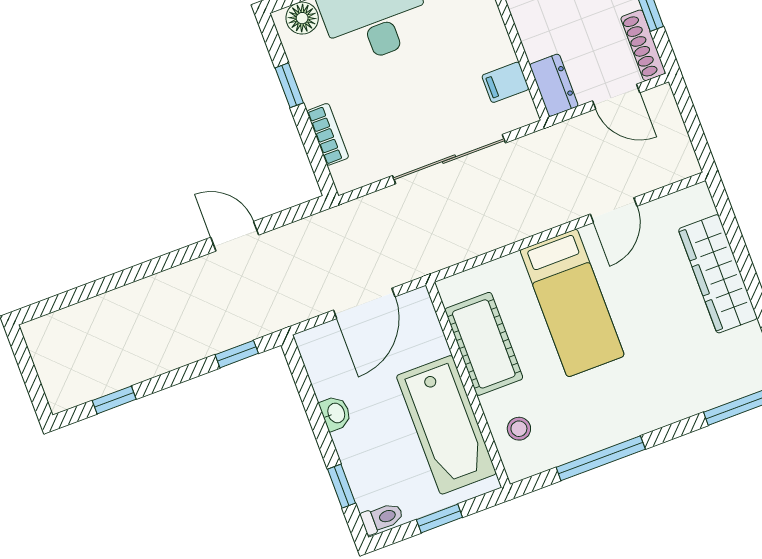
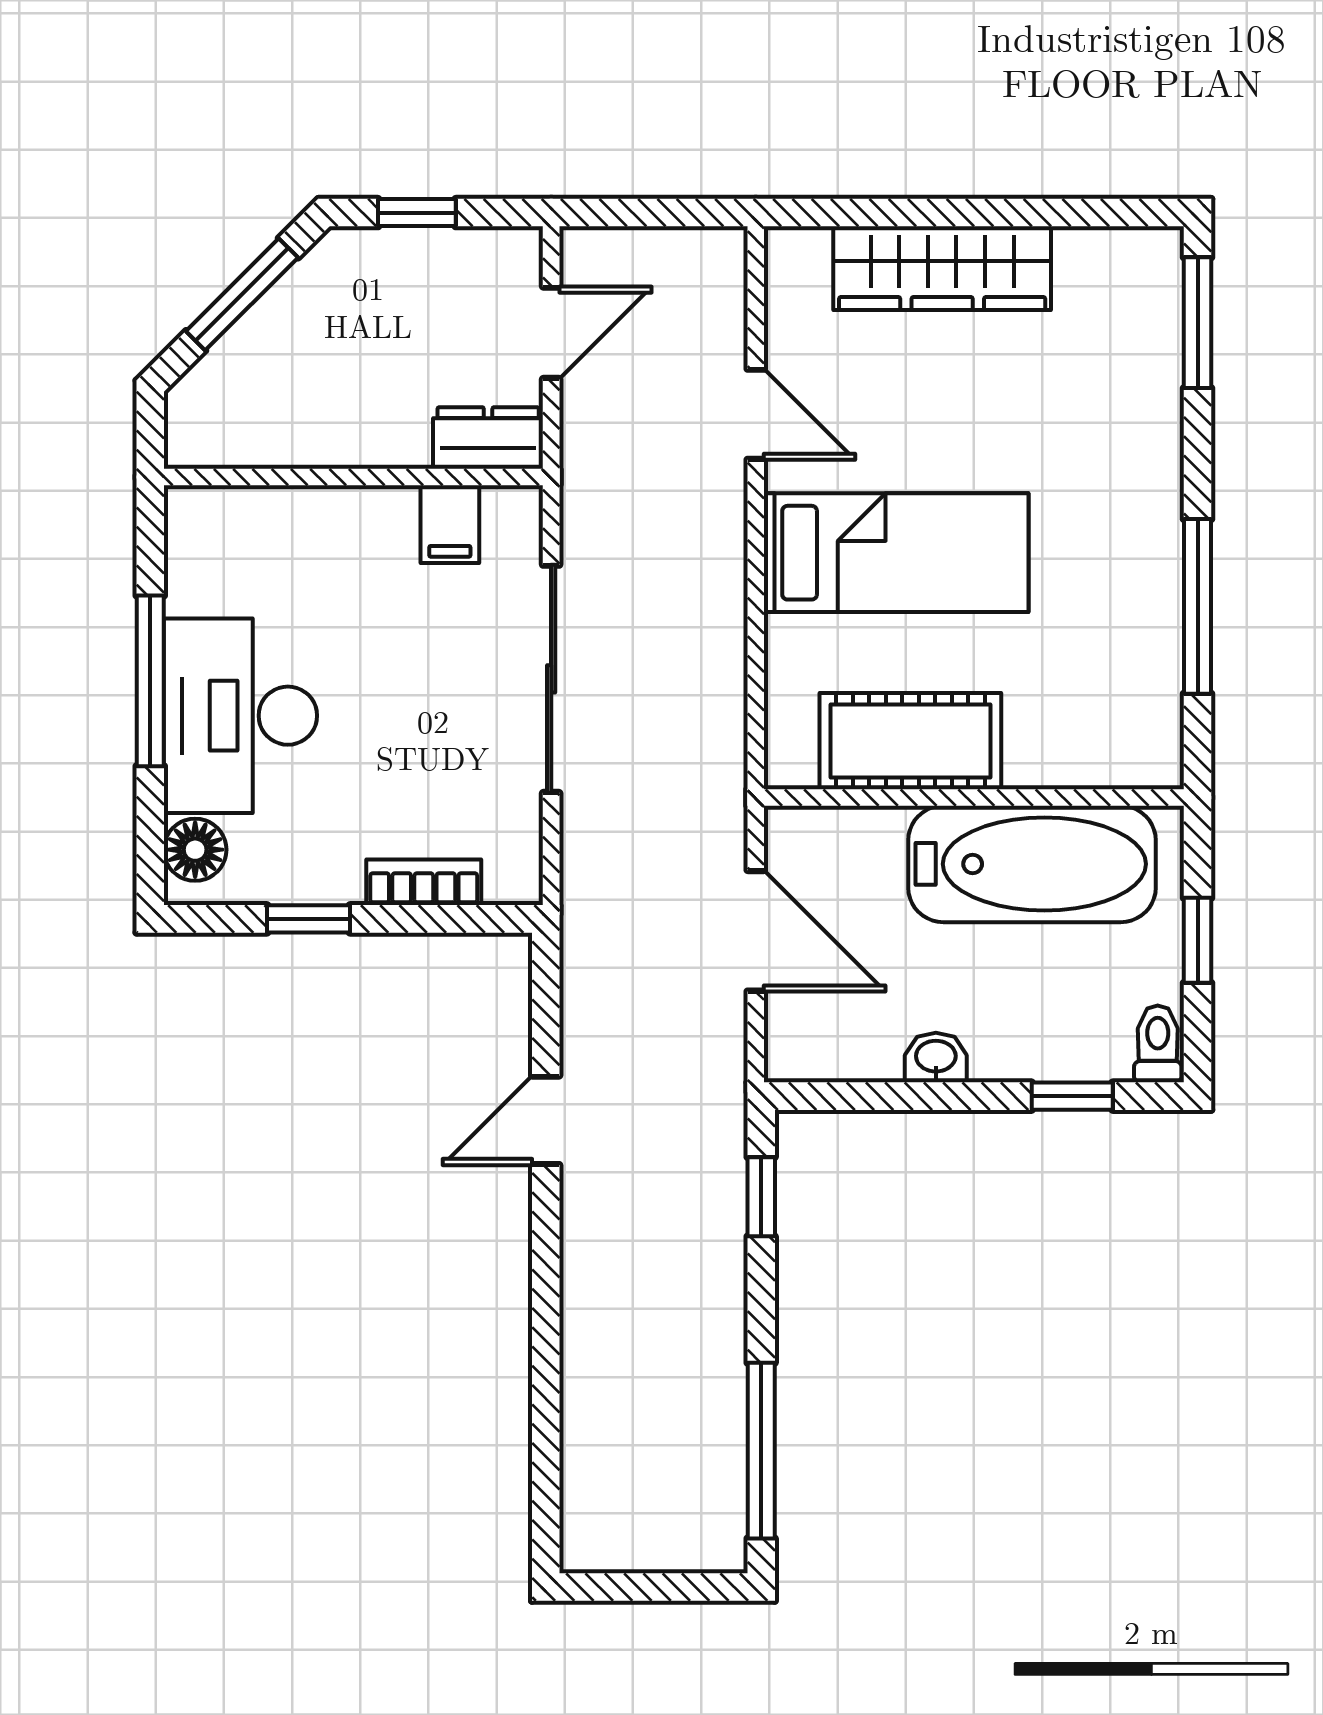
shoe rack: (643, 45) -> (476, 249), removed
window: (114, 400) -> (761, 1451), width x2.17
stool: (519, 429) -> (1088, 735), removed

